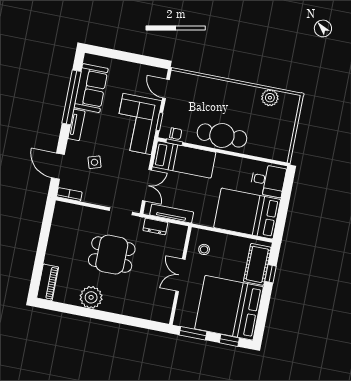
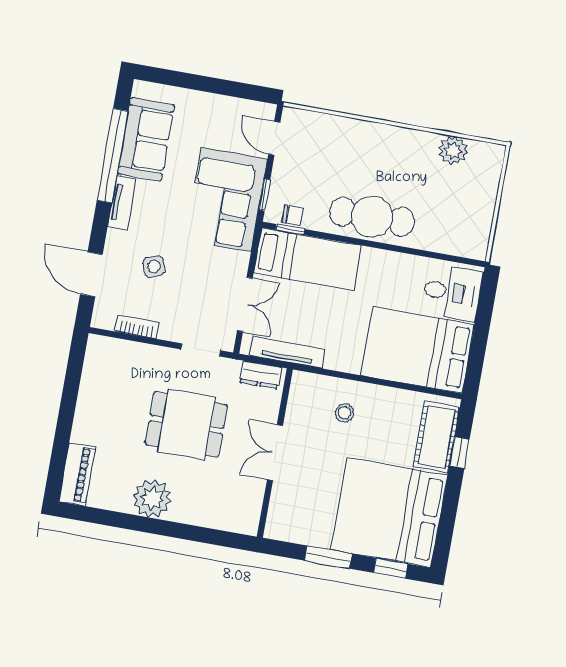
bookcase: (69, 194) -> (137, 327), moved
double door: (180, 275) -> (275, 453), moved
wall: (180, 276) -> (275, 453), moved

